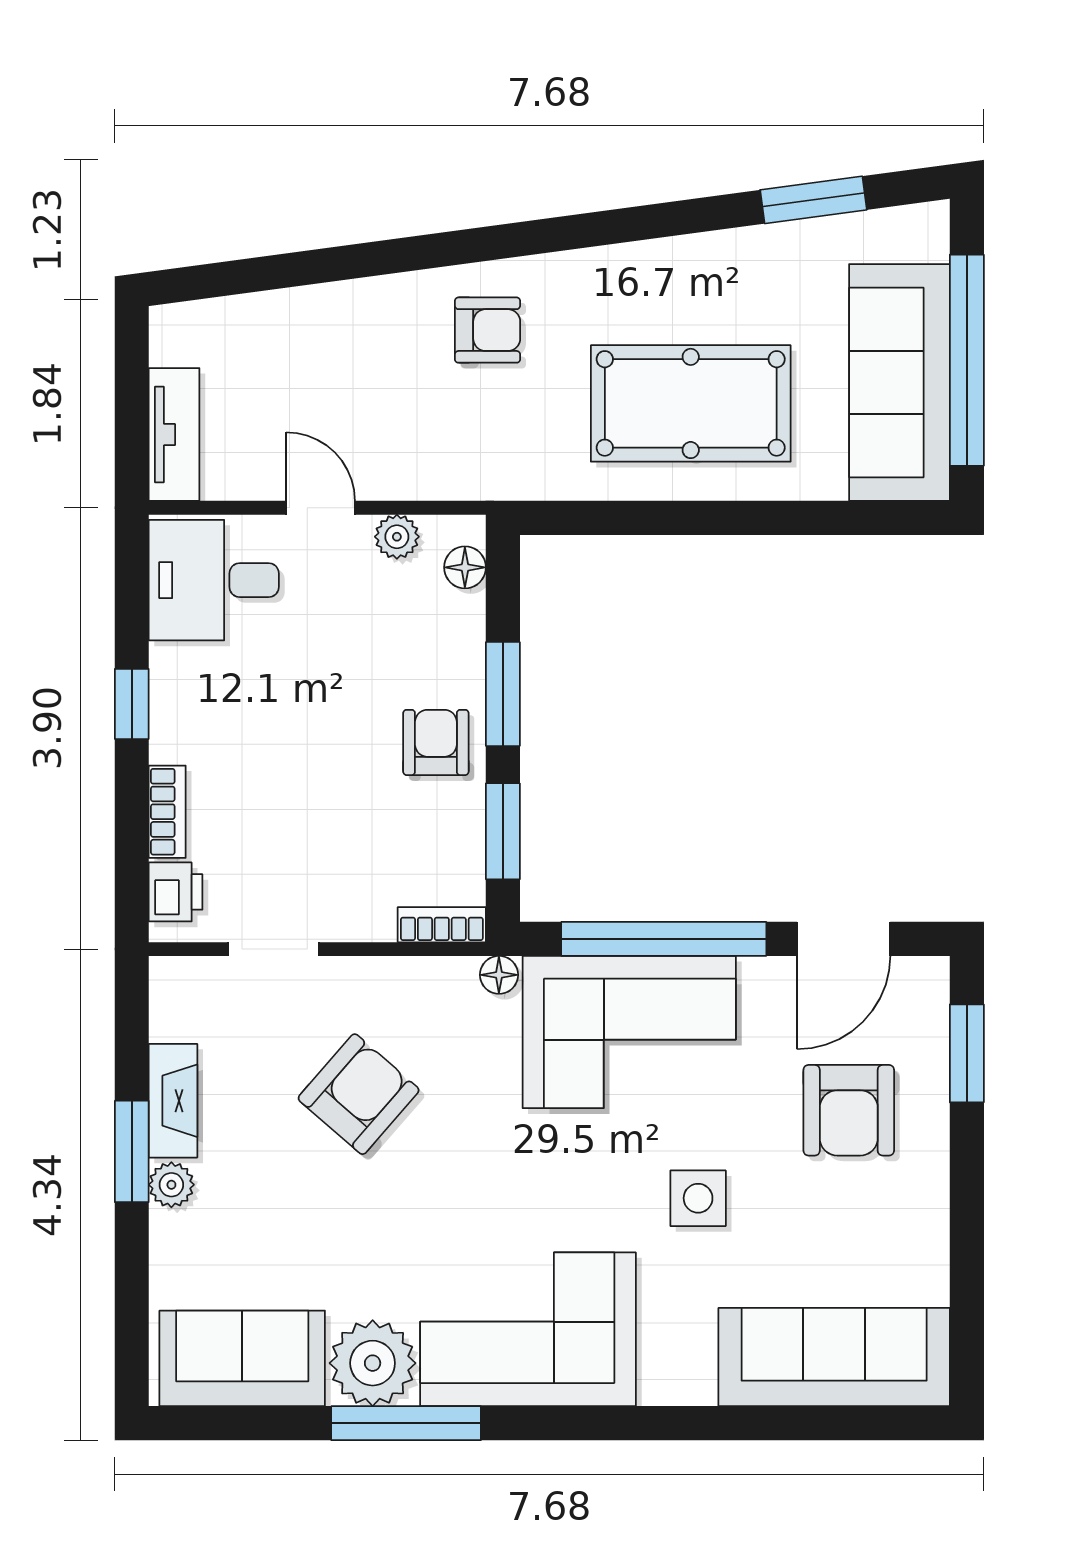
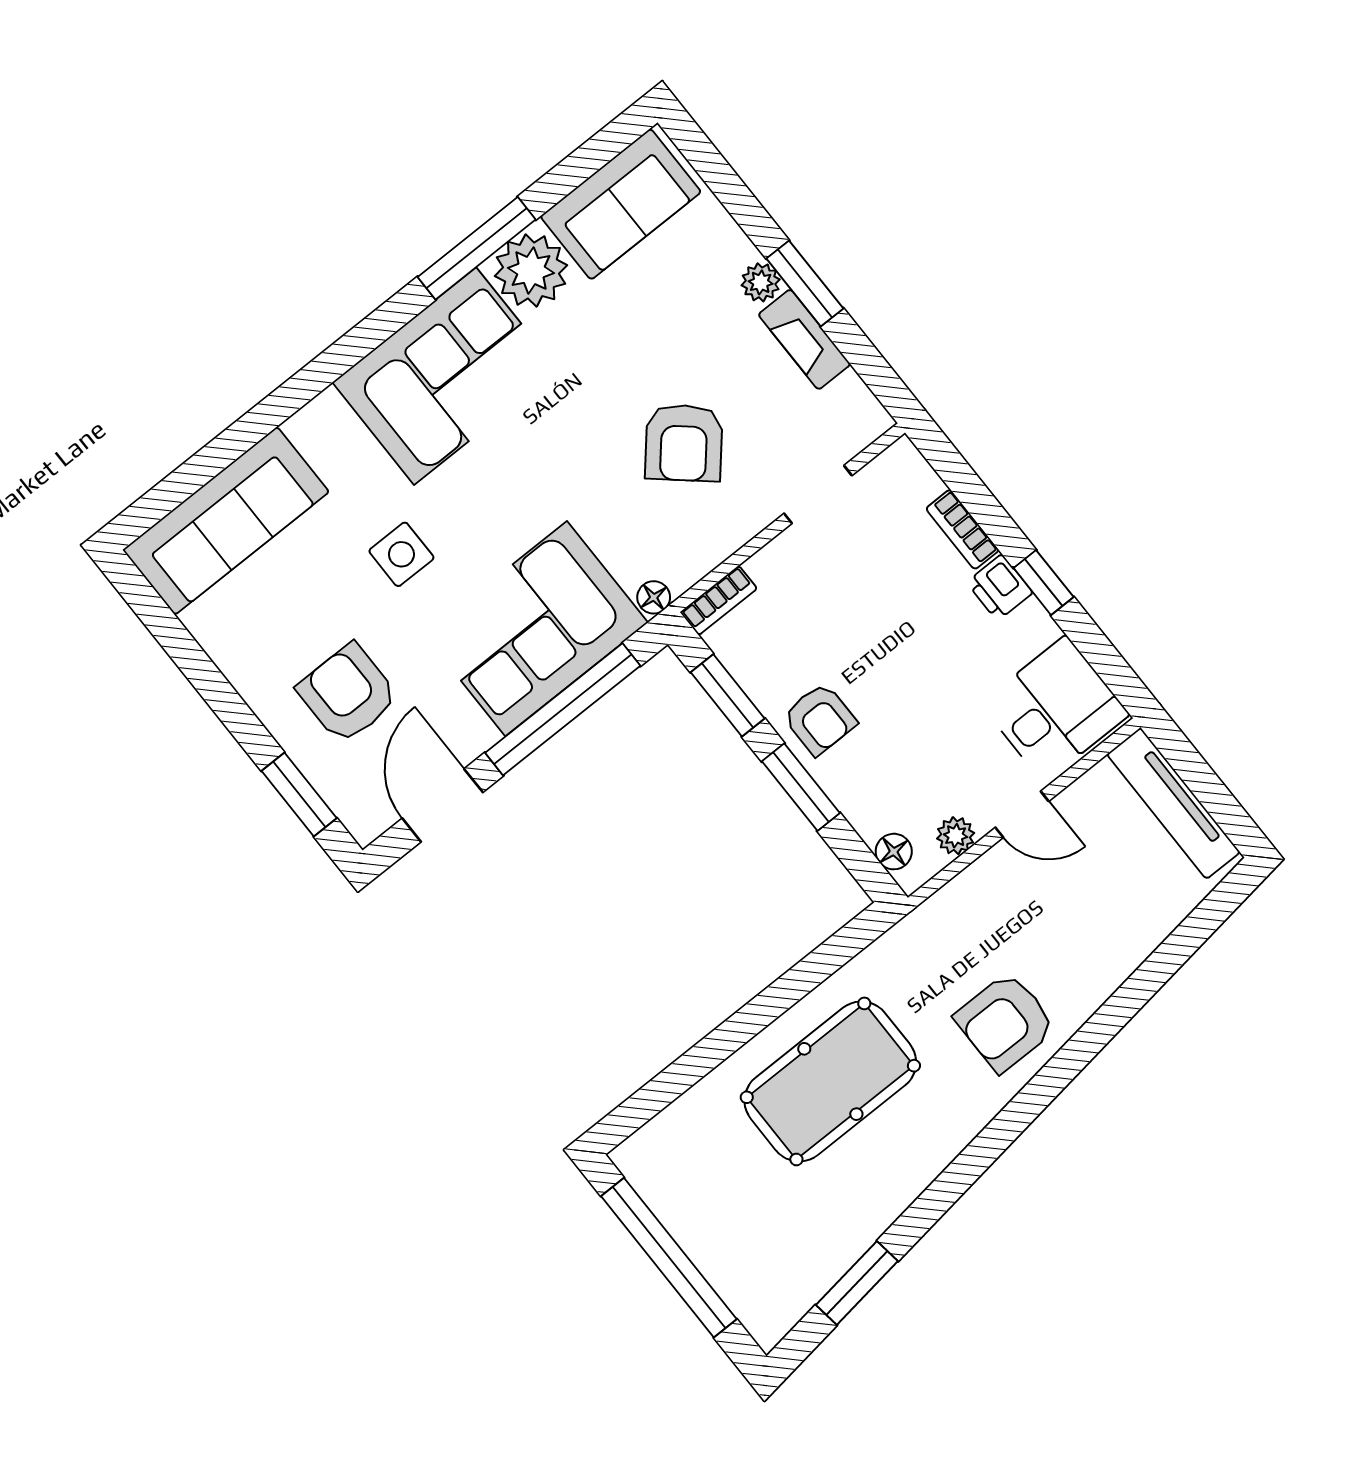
armchair: (488, 330) -> (1005, 1022), width x1.38, depth x1.38
sofa: (899, 383) -> (702, 1207), removed
tv unit: (174, 435) -> (1173, 803), width x1.41
printer: (176, 892) -> (1000, 588), moved

